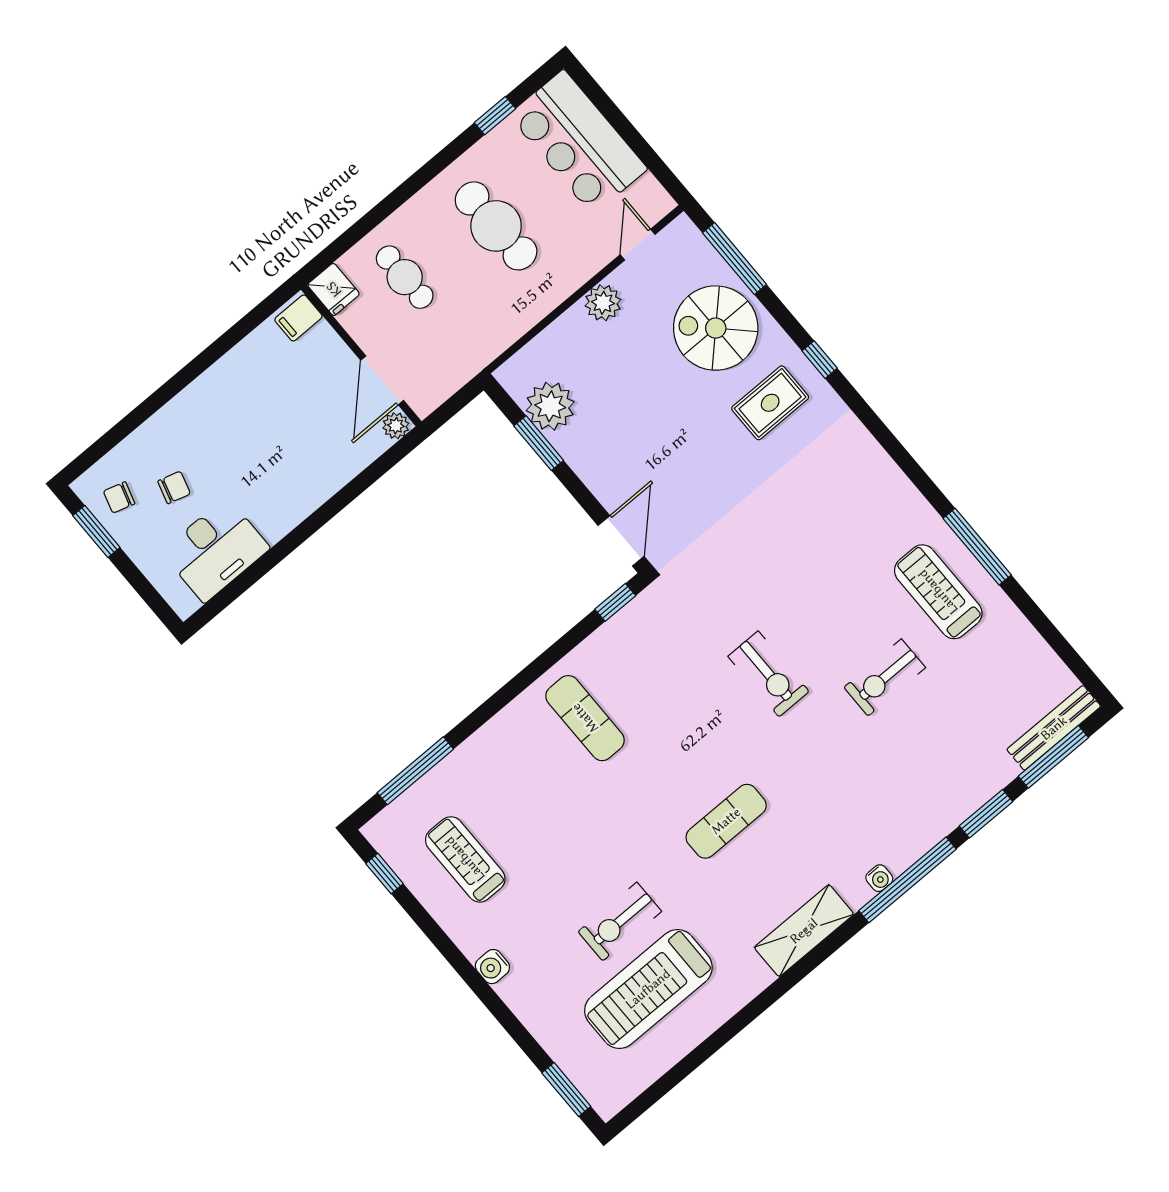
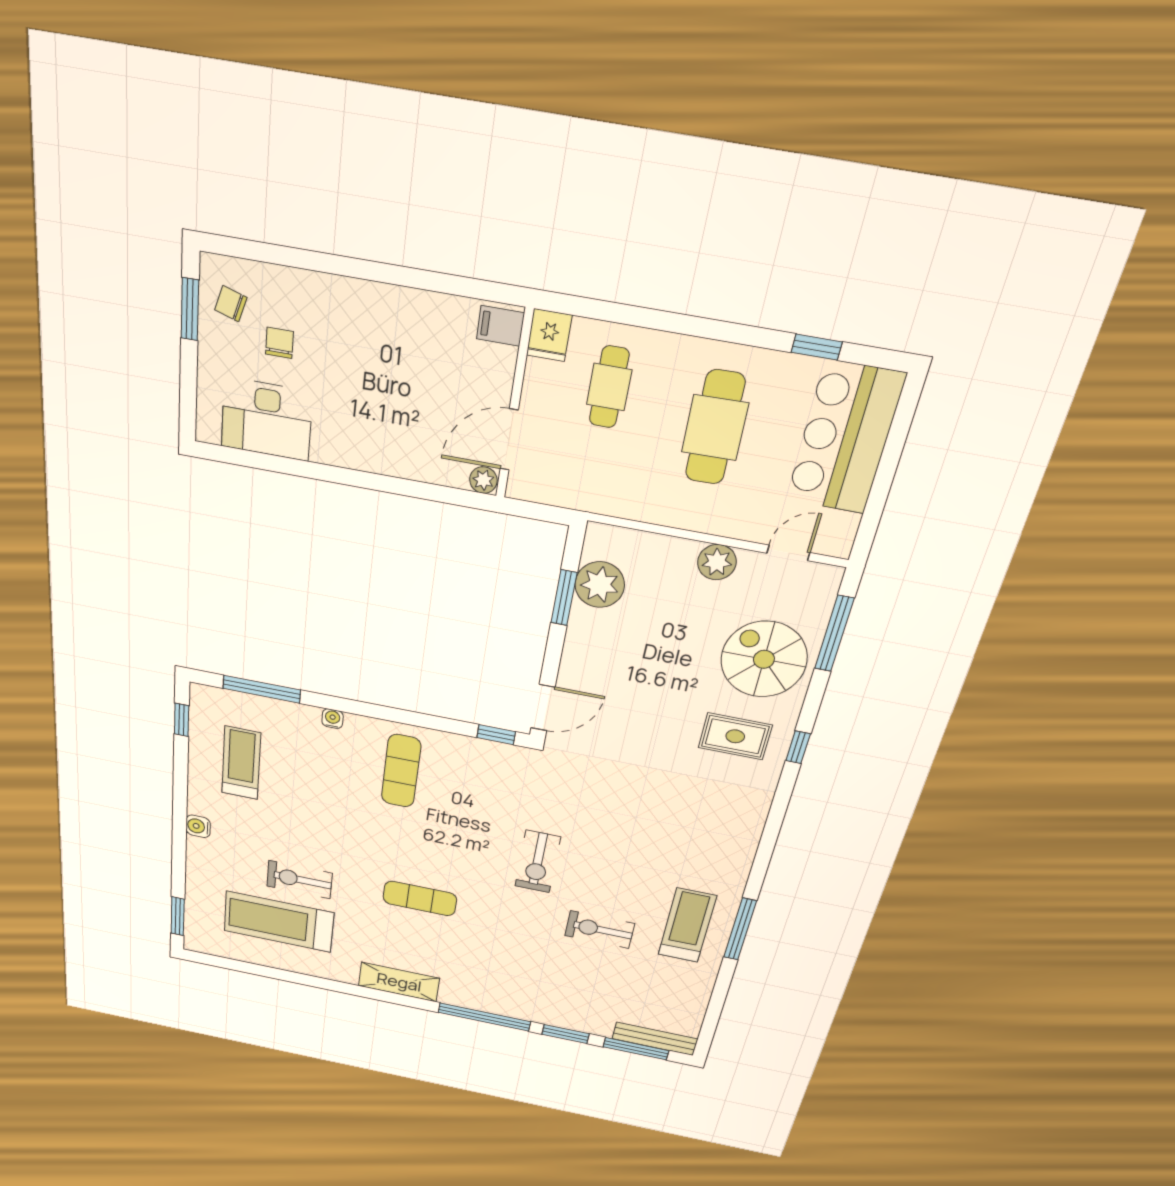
chair: (174, 487) -> (279, 343), turned -106
water cooler: (879, 878) -> (332, 719), moved, turned 180

